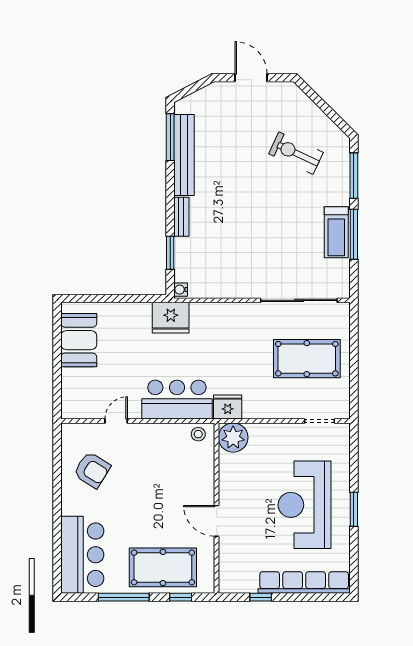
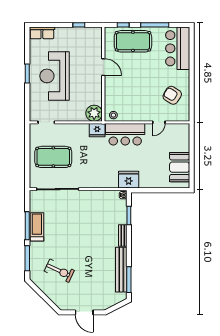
reception desk: (305, 505) -> (55, 76), turned 180
row of seats: (304, 583) -> (42, 33), width x0.50

